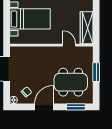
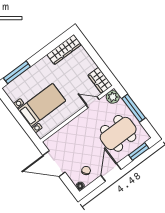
wardrobe: (87, 28) -> (100, 80), width x0.67
plant: (87, 52) -> (113, 97), added
window: (96, 72) -> (134, 108), width x1.44

